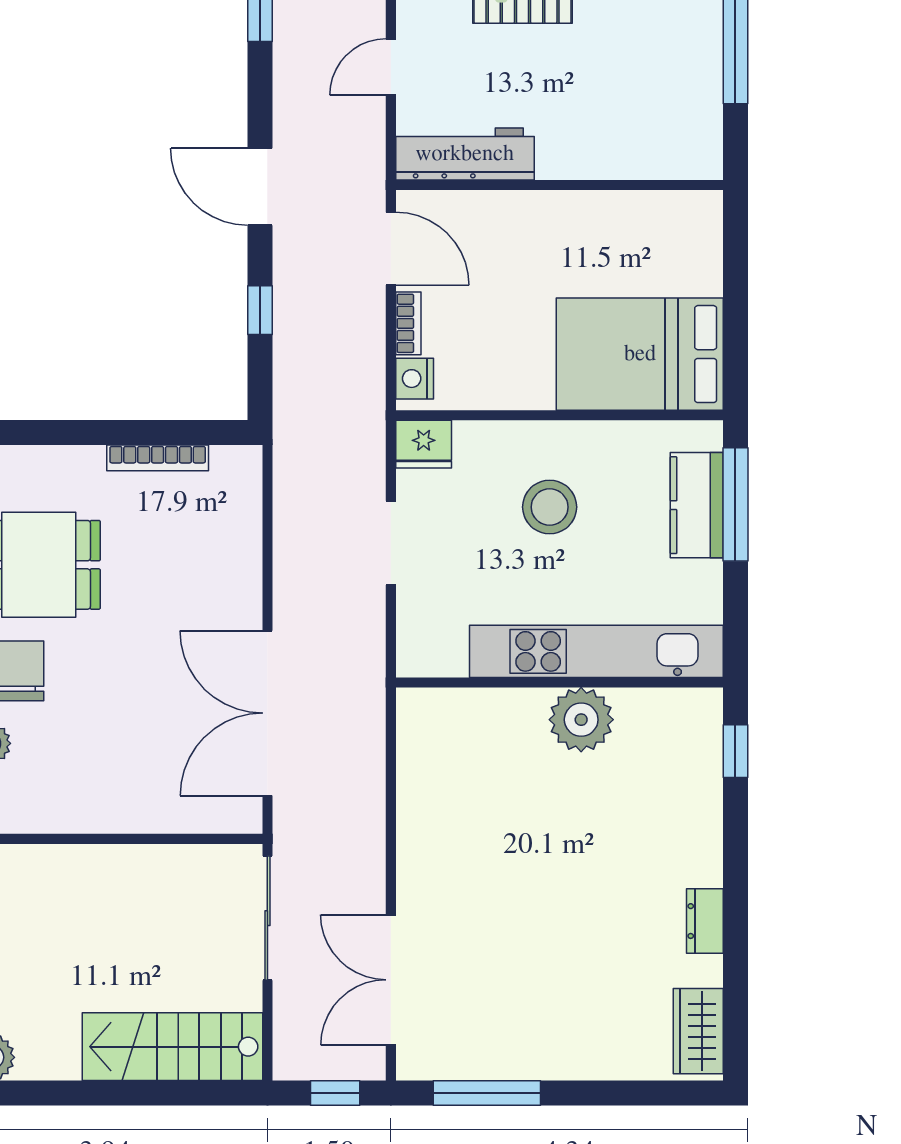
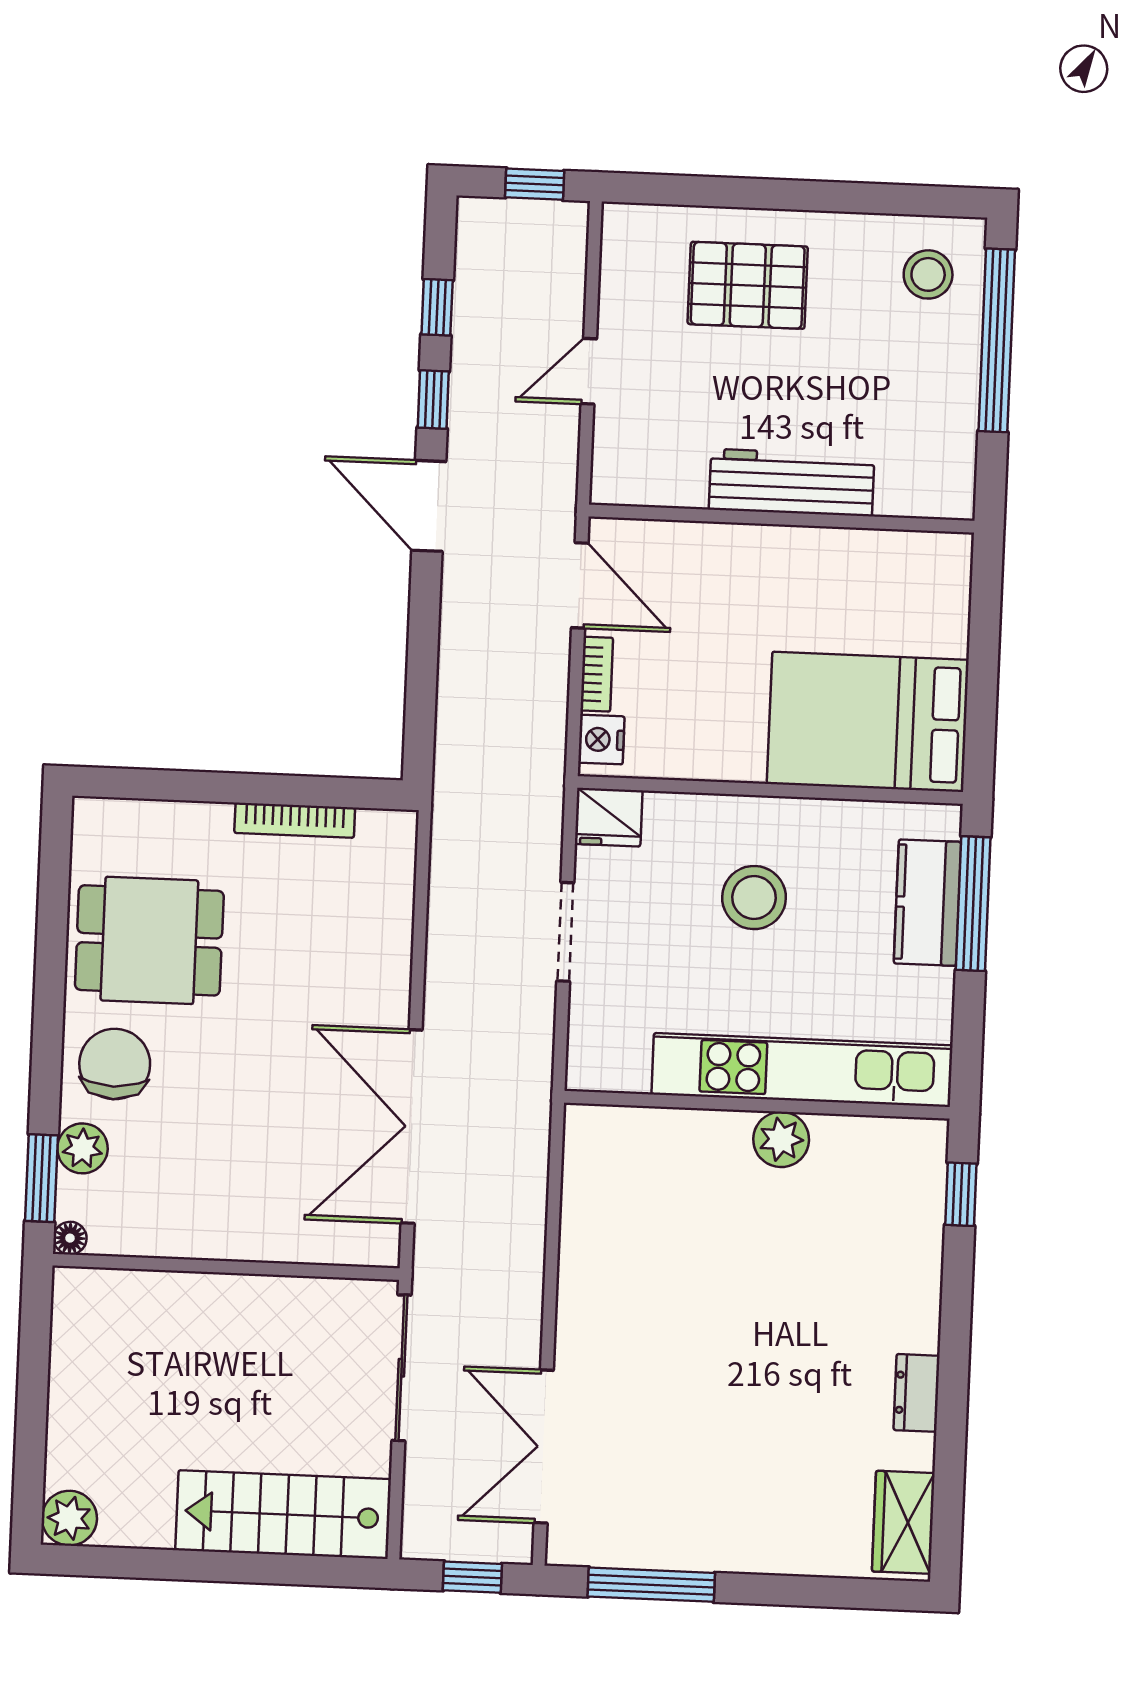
workbench: (465, 154) -> (792, 483), moved
window: (260, 310) -> (433, 400), moved
plant: (581, 720) -> (781, 1139), width x0.73, depth x0.73

